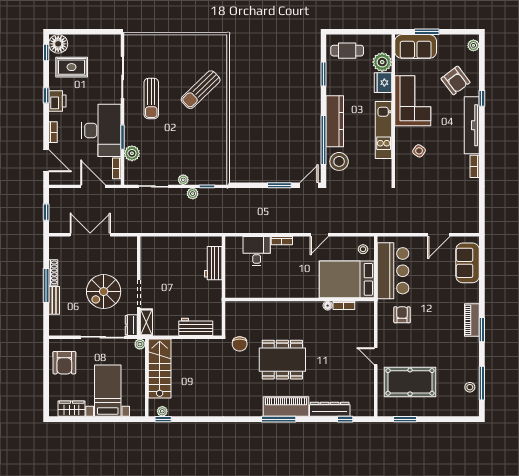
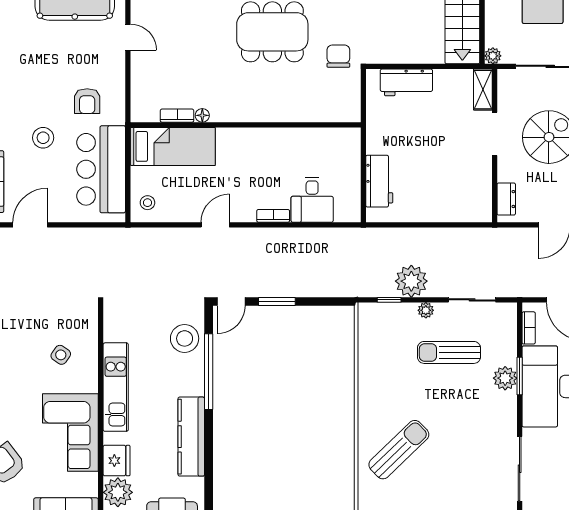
window: (323, 74) -> (209, 474), removed
sun lounger: (151, 98) -> (449, 352), moved, turned -90
kitchen counter: (335, 121) -> (191, 437), moved
plant: (132, 153) -> (505, 378), moved
plant: (193, 194) -> (411, 281), width x1.88, depth x1.88
bed: (347, 279) -> (173, 146), width x0.67
stool: (430, 291) -> (43, 138), added
dresser: (131, 325) -> (506, 199), moved

